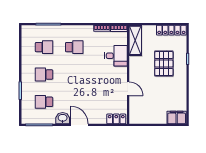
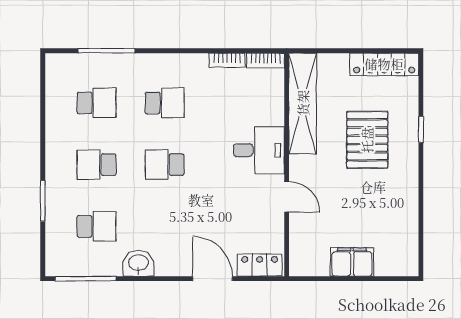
shelving: (135, 40) -> (303, 103), width x1.47
desk: (116, 56) -> (259, 150), moved
school desk: (74, 74) -> (165, 165), added
school desk: (44, 102) -> (97, 226), turned 180
filing cabinet: (177, 118) -> (352, 262), moved
door: (79, 125) -> (213, 279), moved

